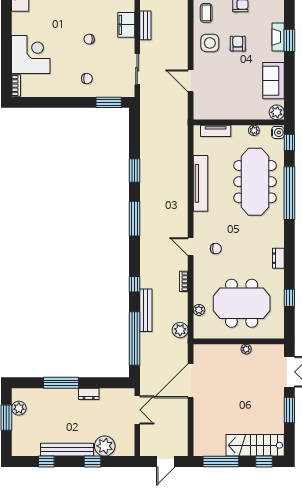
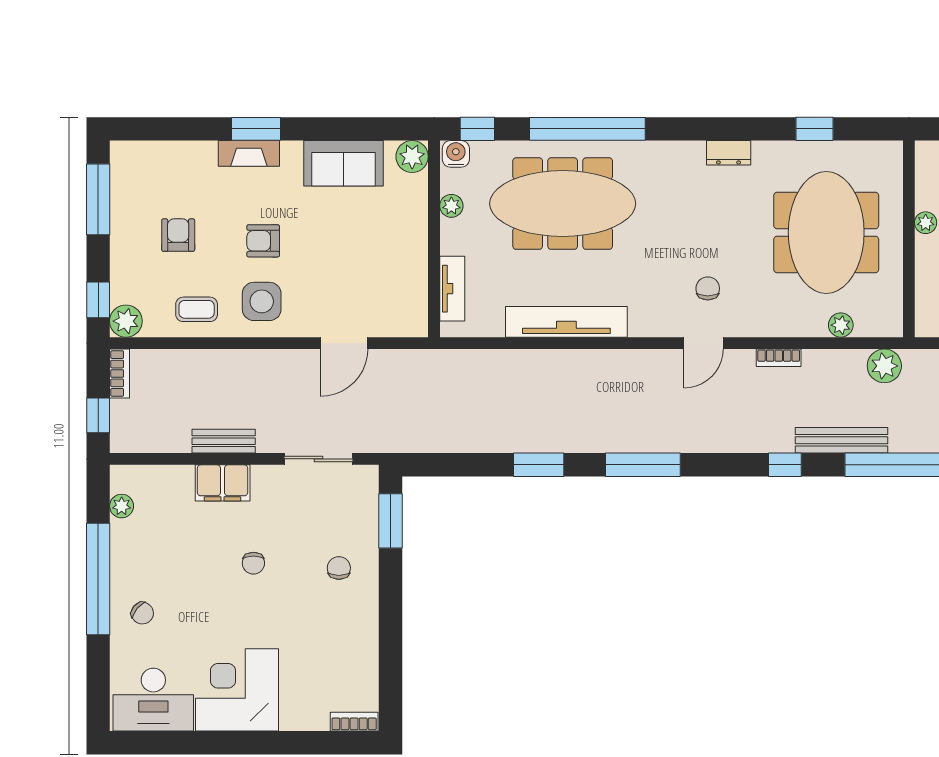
corner desk: (31, 54) -> (237, 690), moved

